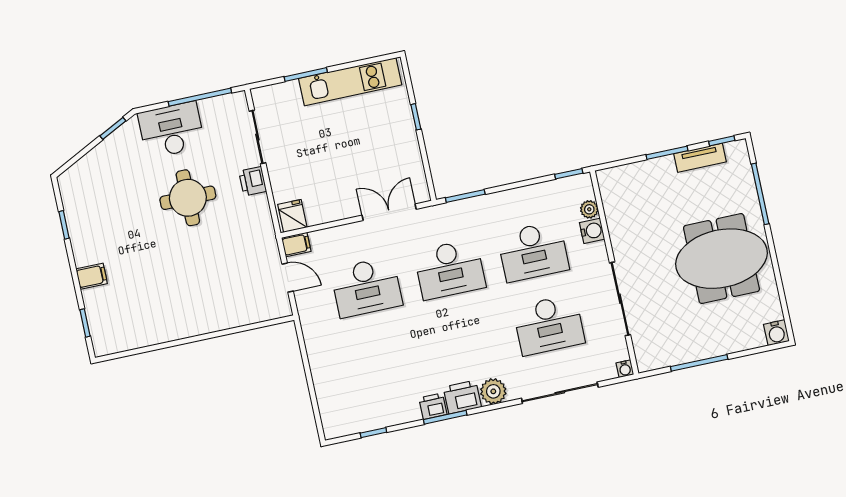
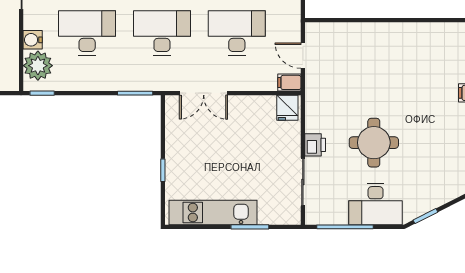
plant: (589, 209) -> (38, 66), width x1.88, depth x1.88

